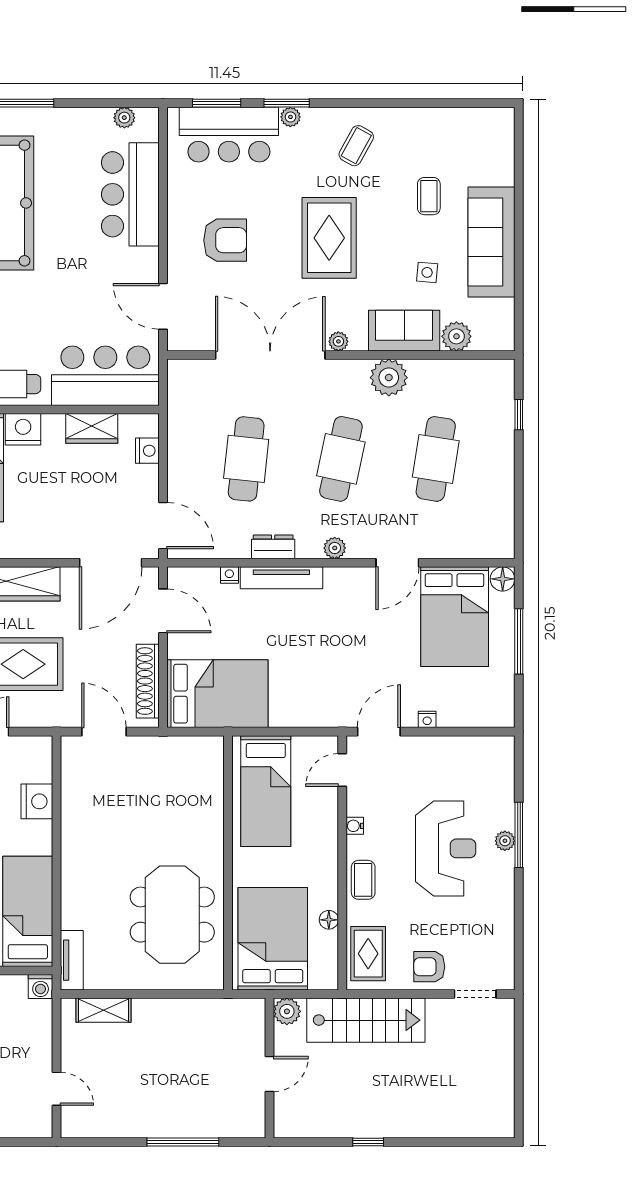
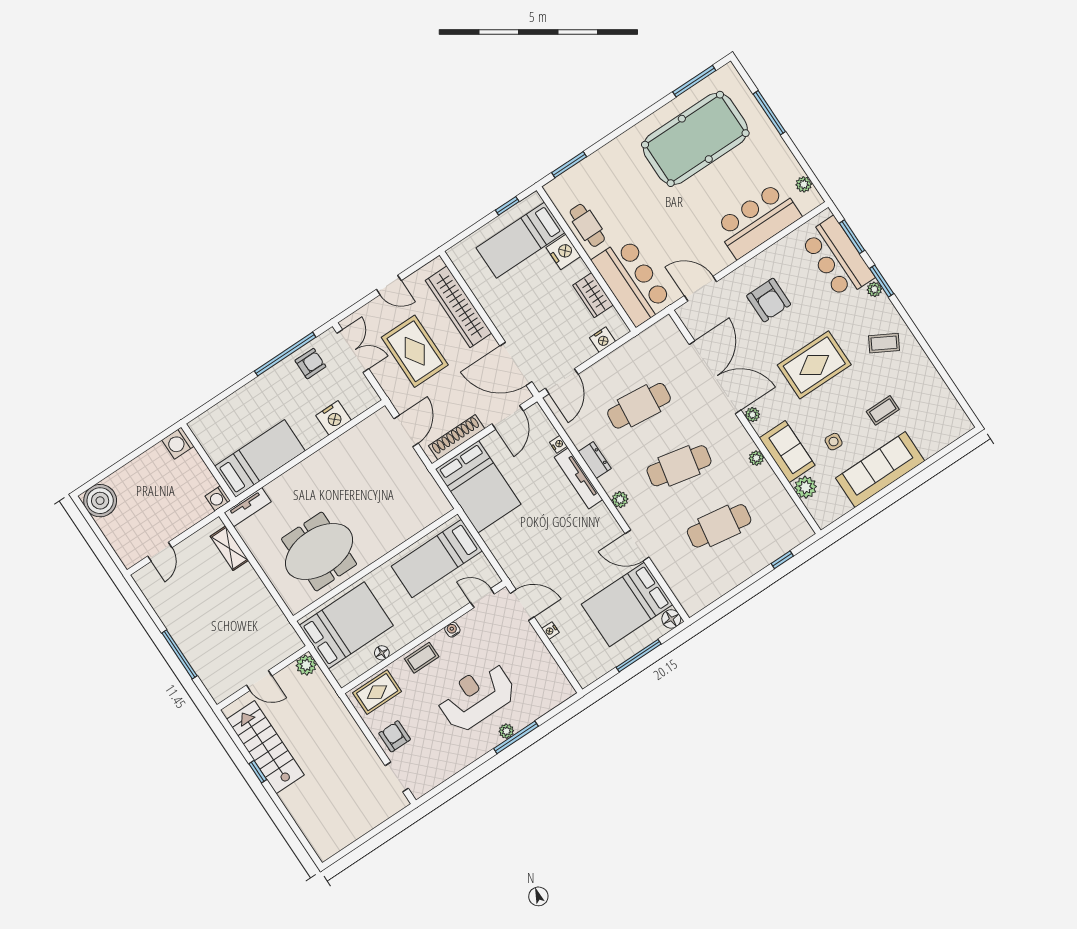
door: (163, 306) -> (700, 289), hinge flipped
plant: (389, 378) -> (756, 458), width x0.53, depth x0.53
reception desk: (446, 848) -> (476, 697), turned 180
stairs: (366, 1020) -> (265, 747), moved, turned 180

